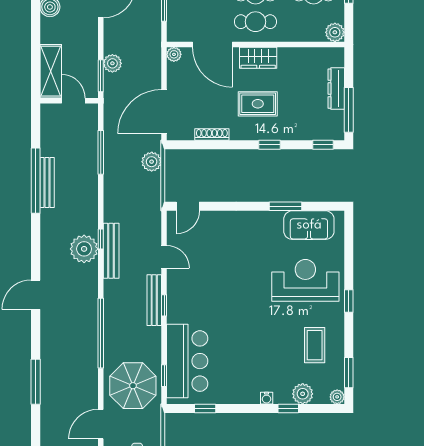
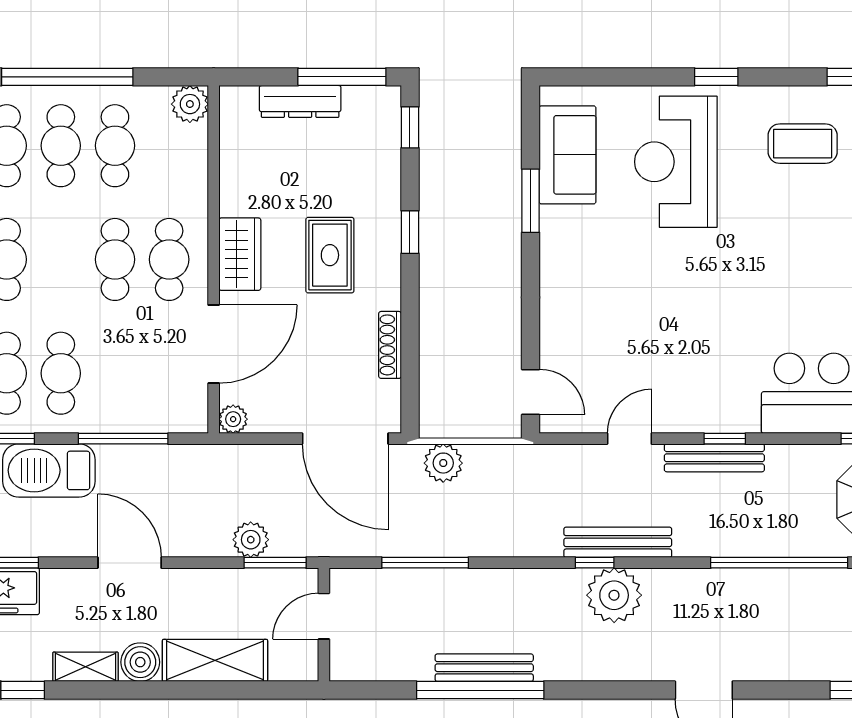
shelving: (51, 71) -> (215, 660), moved

